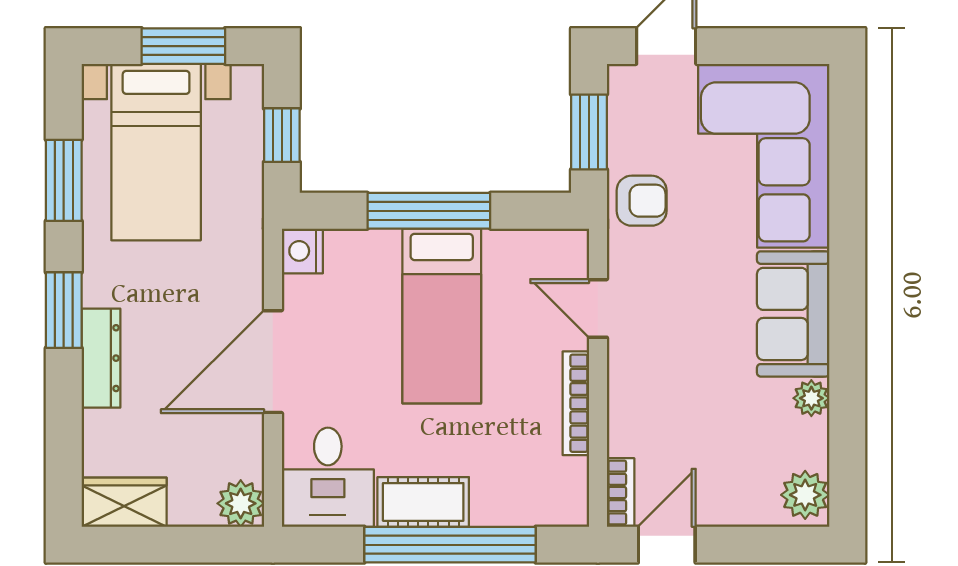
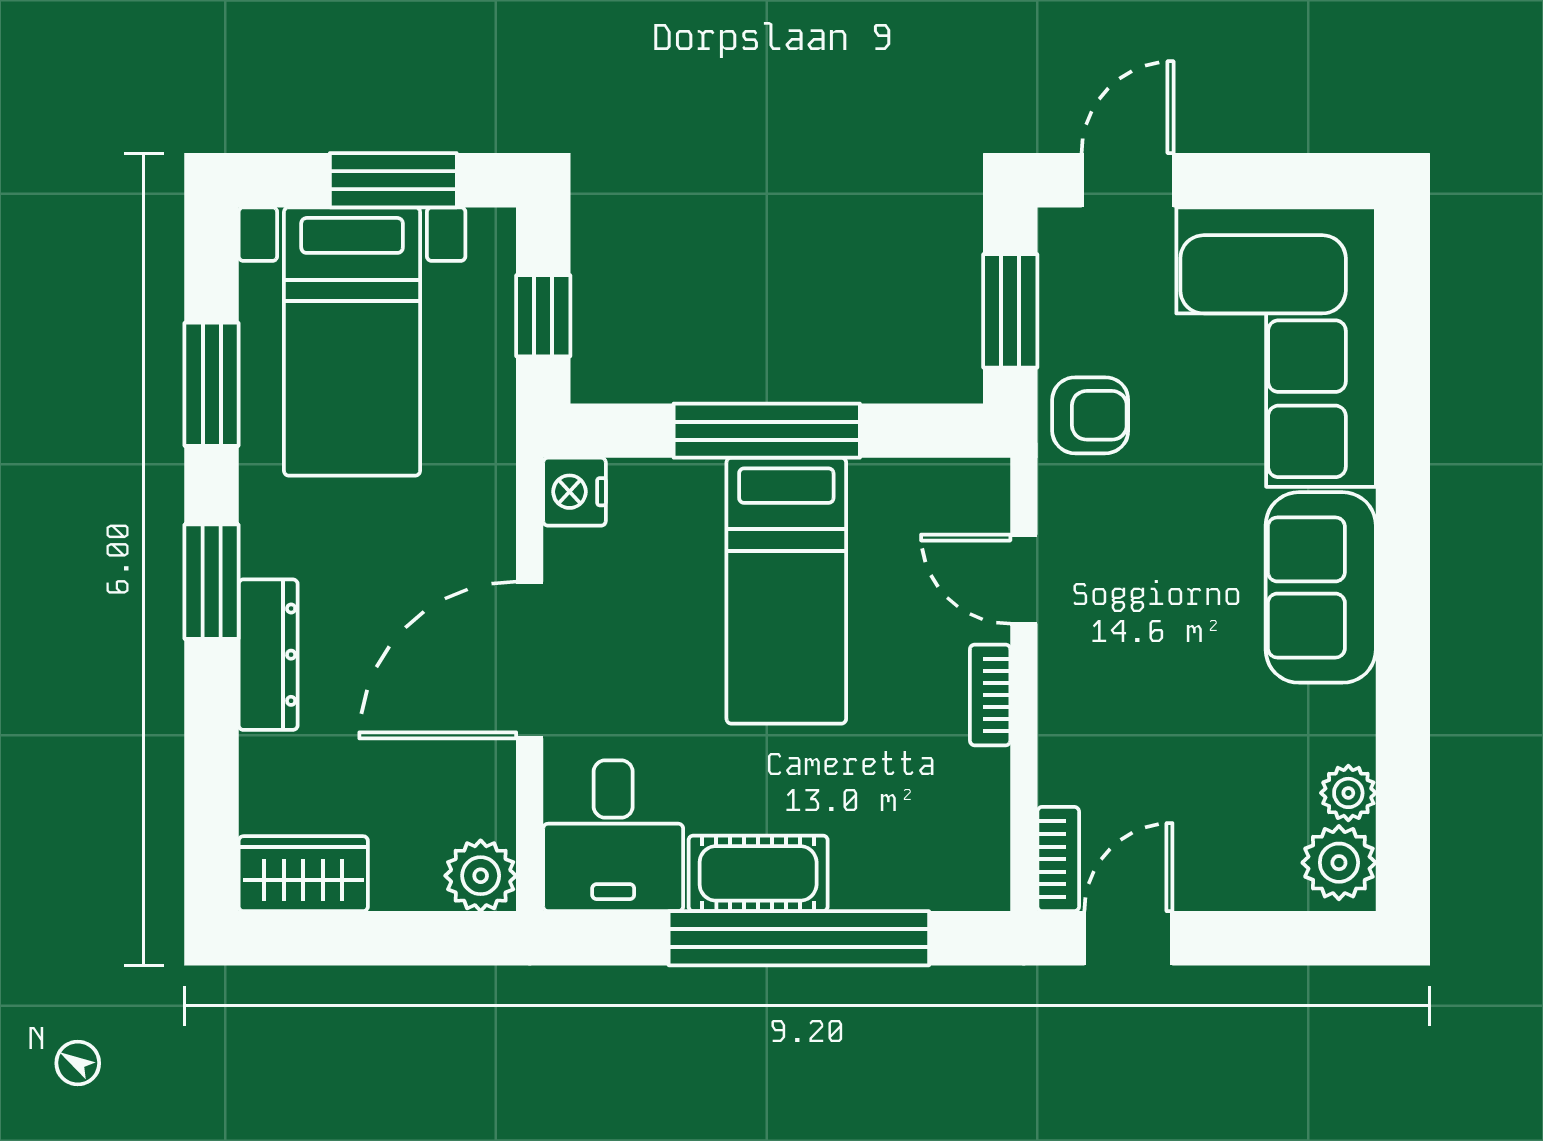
plant: (811, 398) -> (1348, 793), moved
bookcase: (576, 403) -> (990, 695), width x0.64

